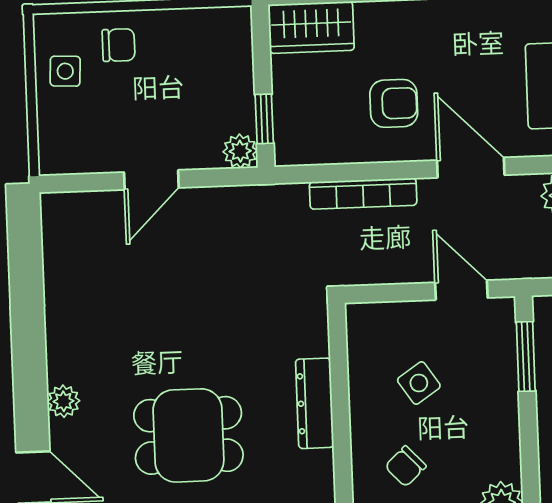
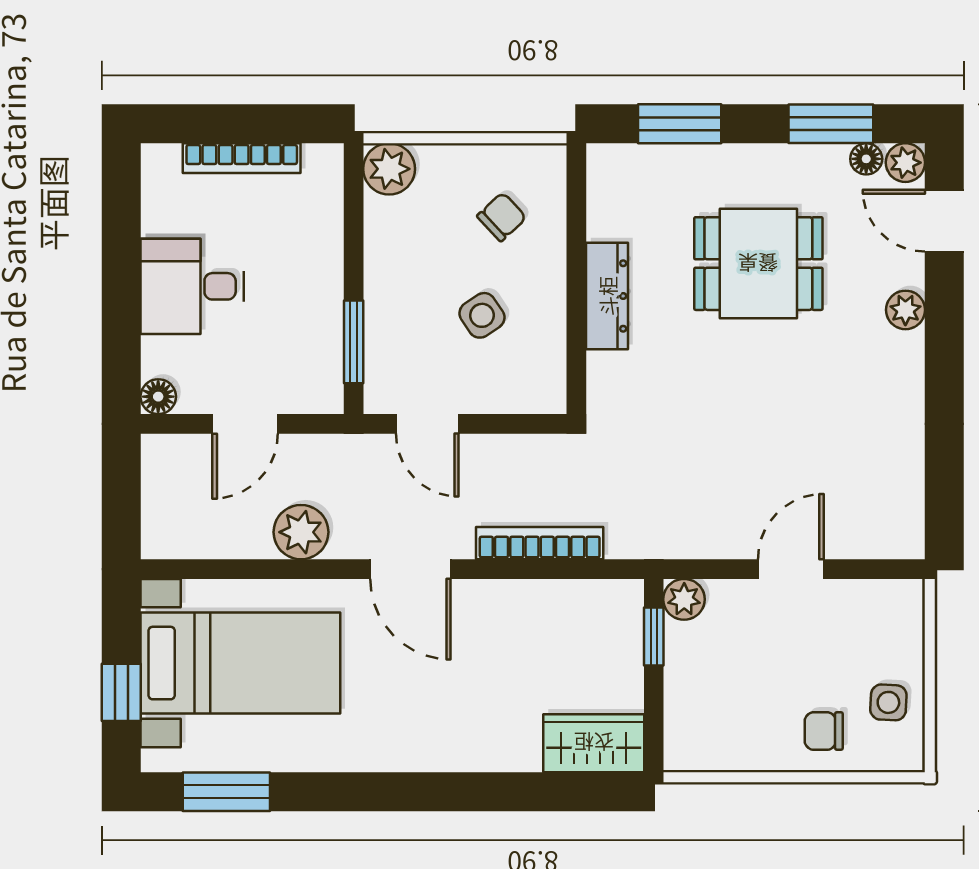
armchair: (394, 103) -> (499, 649), removed

